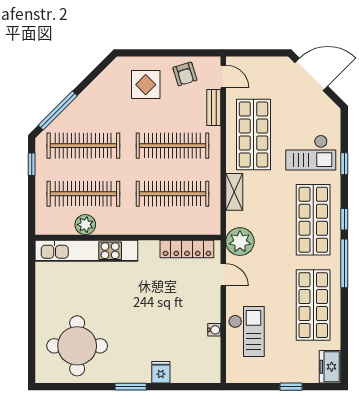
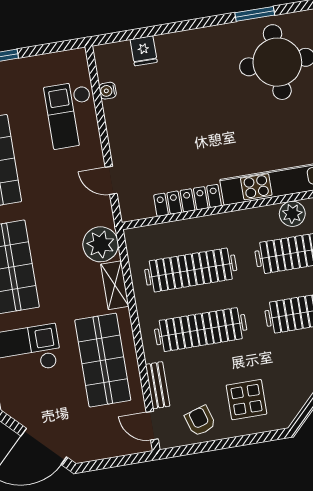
plant: (240, 242) -> (101, 244), moved
locker: (187, 249) -> (187, 200), moved
water cooler: (214, 330) -> (108, 91), moved
fridge: (161, 372) -> (144, 51), moved
window: (131, 387) -> (255, 14), moved

